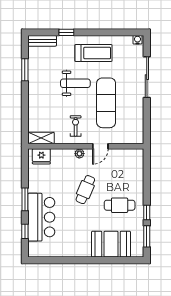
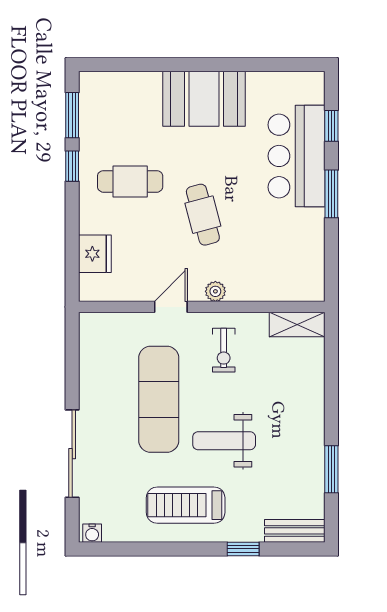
fridge: (41, 156) -> (95, 254), moved, turned 90
cafe table: (85, 190) -> (203, 215), turned -38
booth: (111, 244) -> (204, 99), moved

